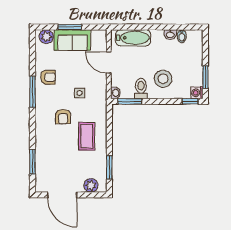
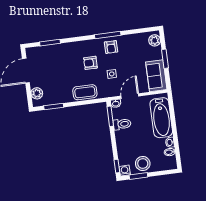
bathtub: (133, 38) -> (161, 118), width x1.36, depth x1.36
sofa: (72, 40) -> (156, 76), moved
door: (109, 63) -> (130, 96), moved
armchair: (48, 77) -> (111, 47), moved
stool: (163, 79) -> (143, 163), moved
coffee table: (87, 136) -> (85, 92), moved

